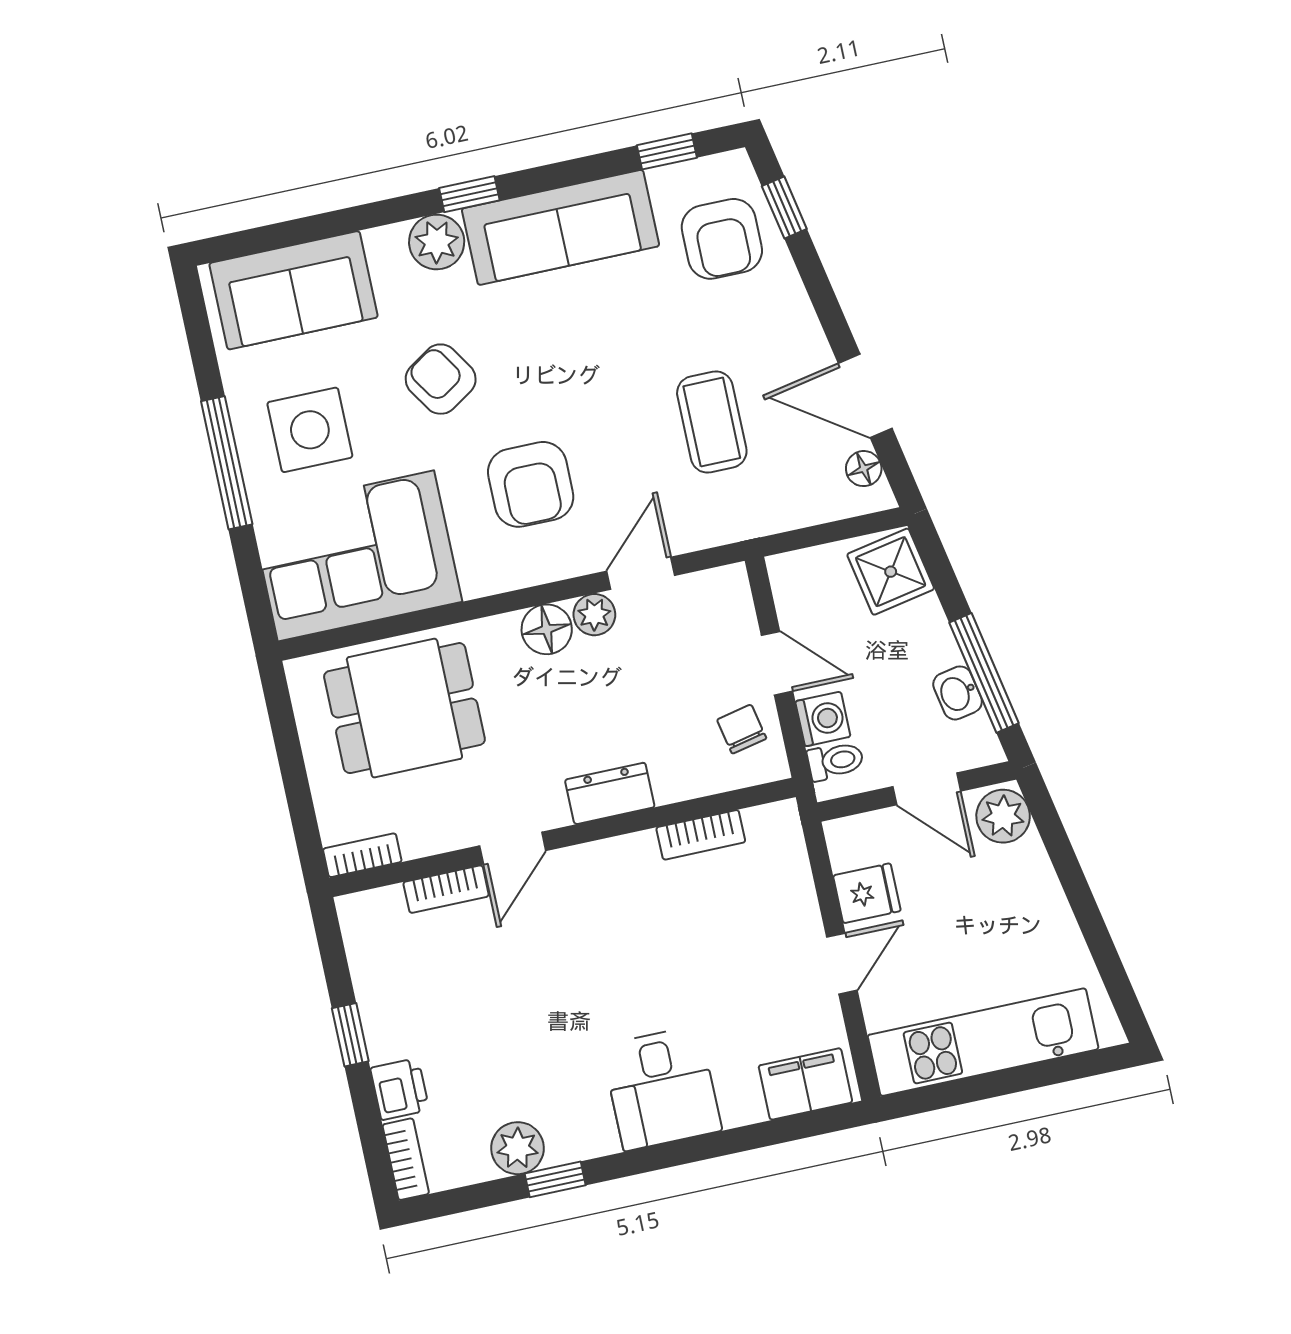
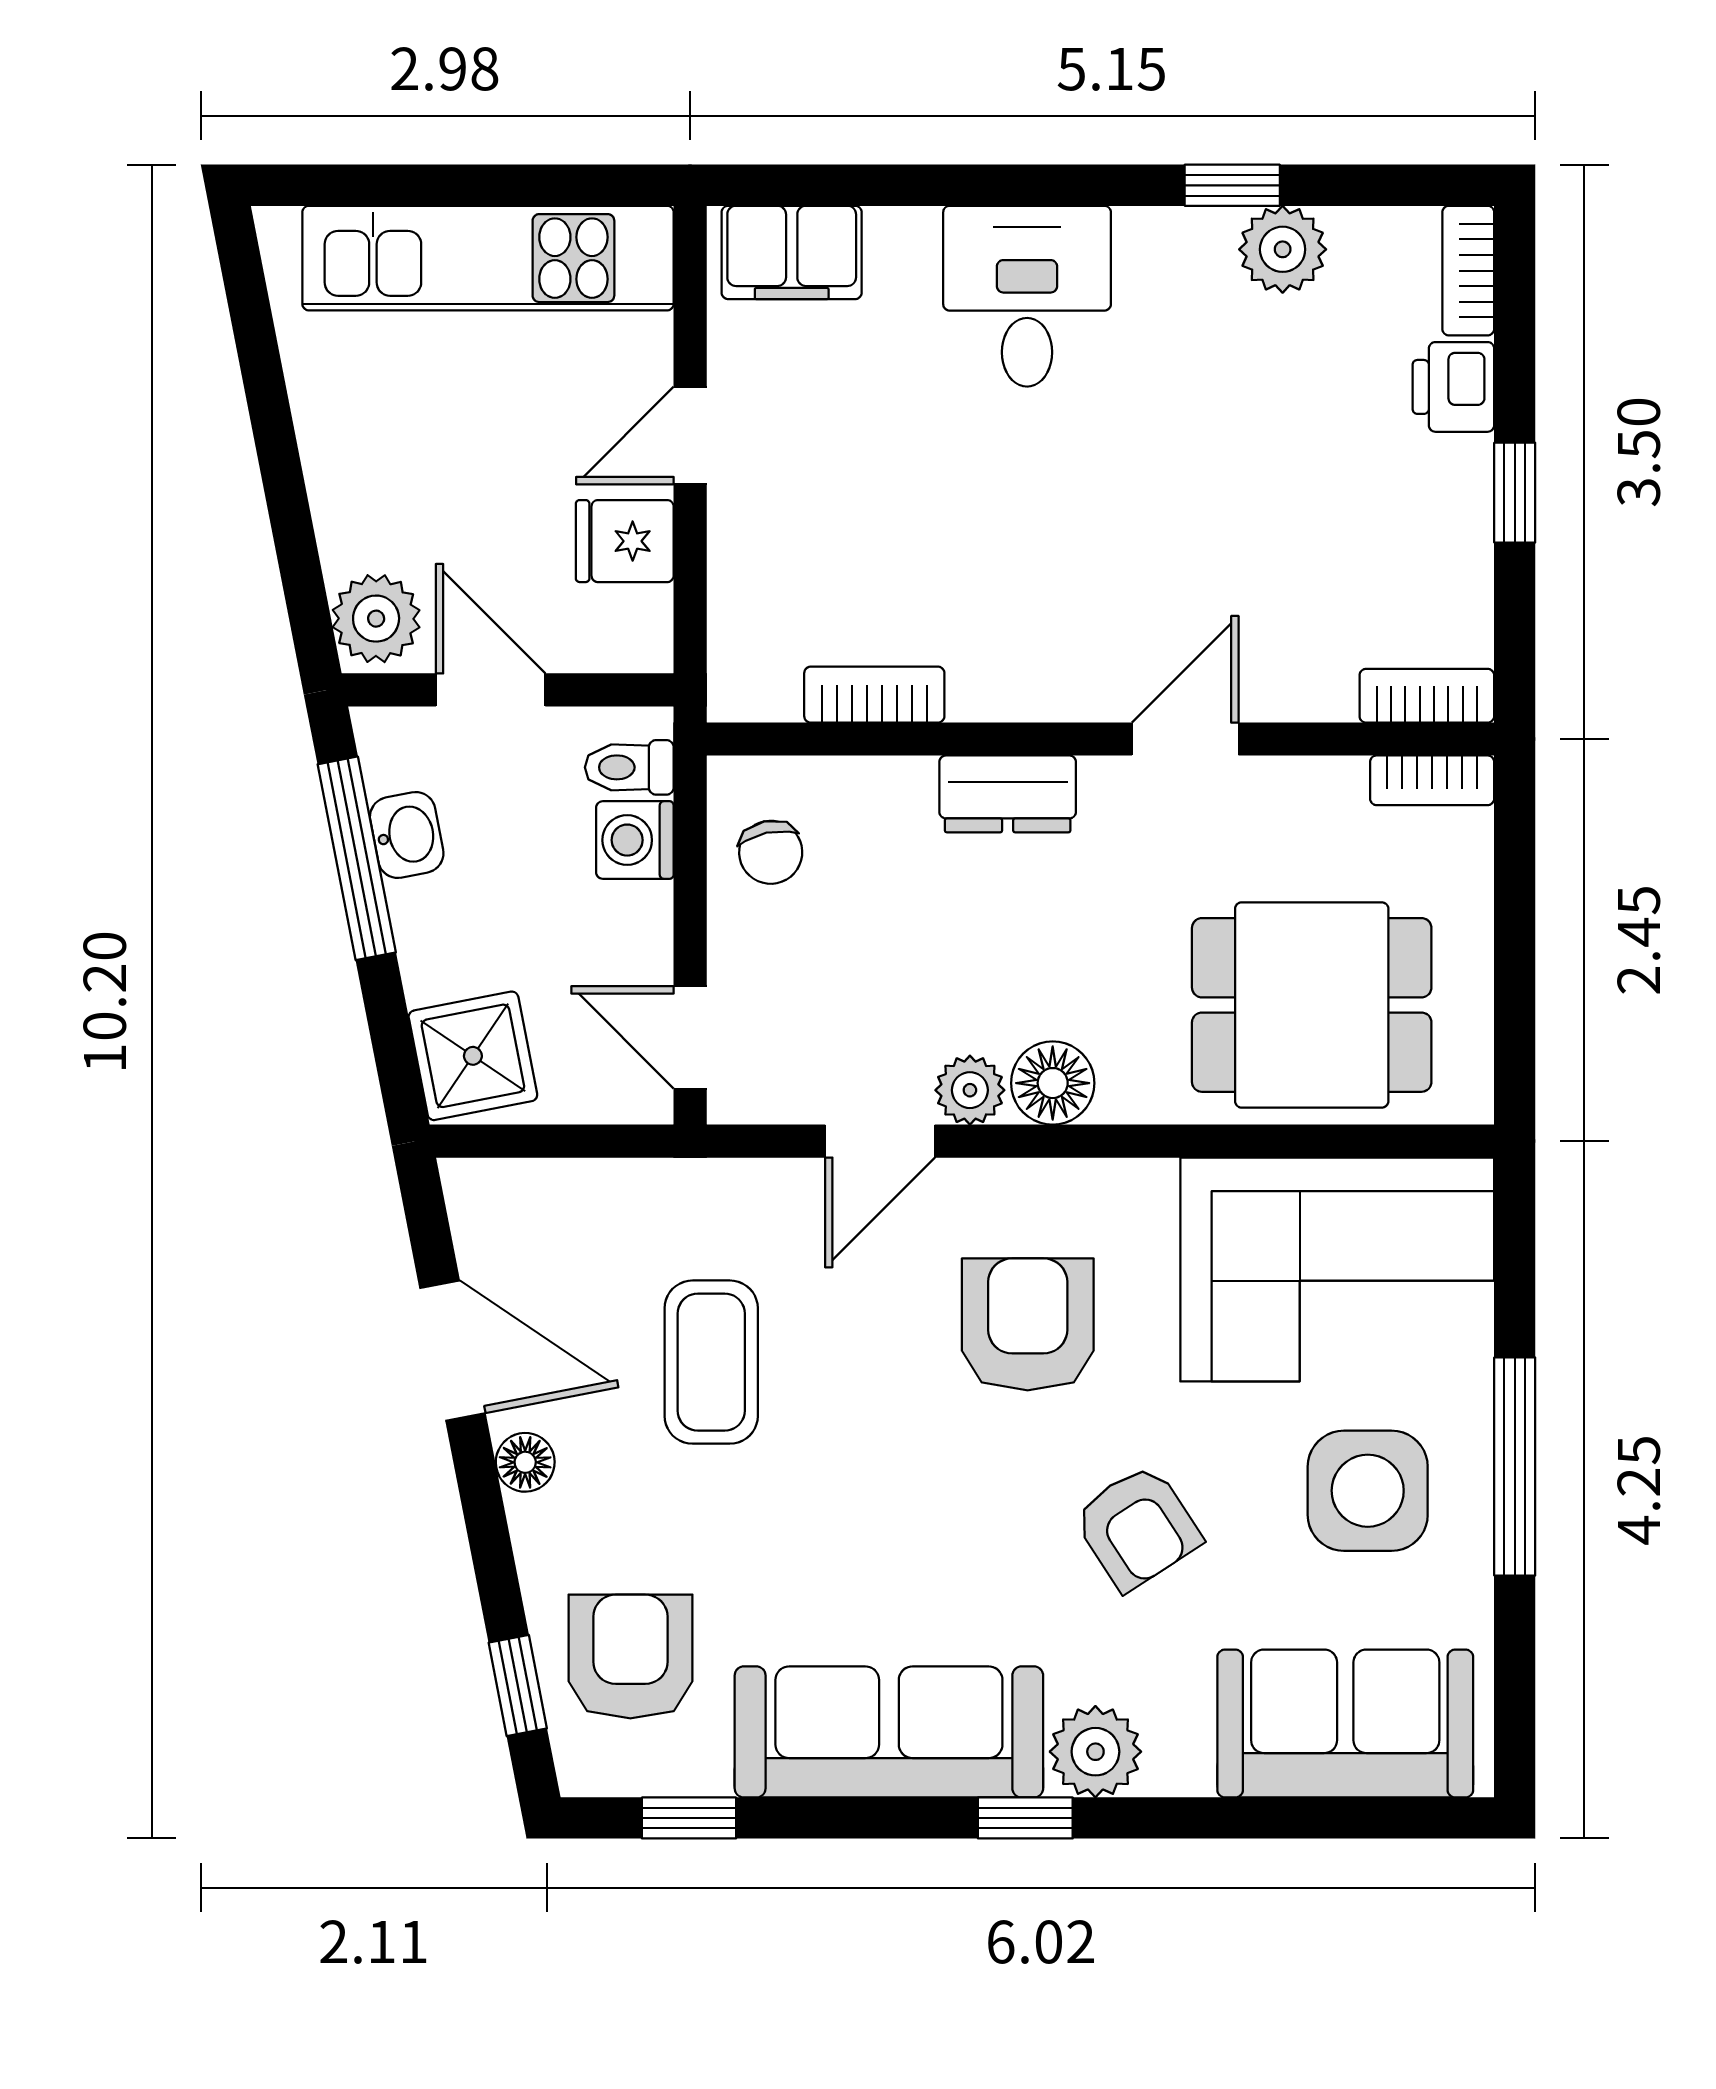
floor lamp: (864, 469) -> (525, 1462), moved
door: (777, 663) -> (690, 1037), moved
bookcase: (446, 889) -> (1427, 696), moved

